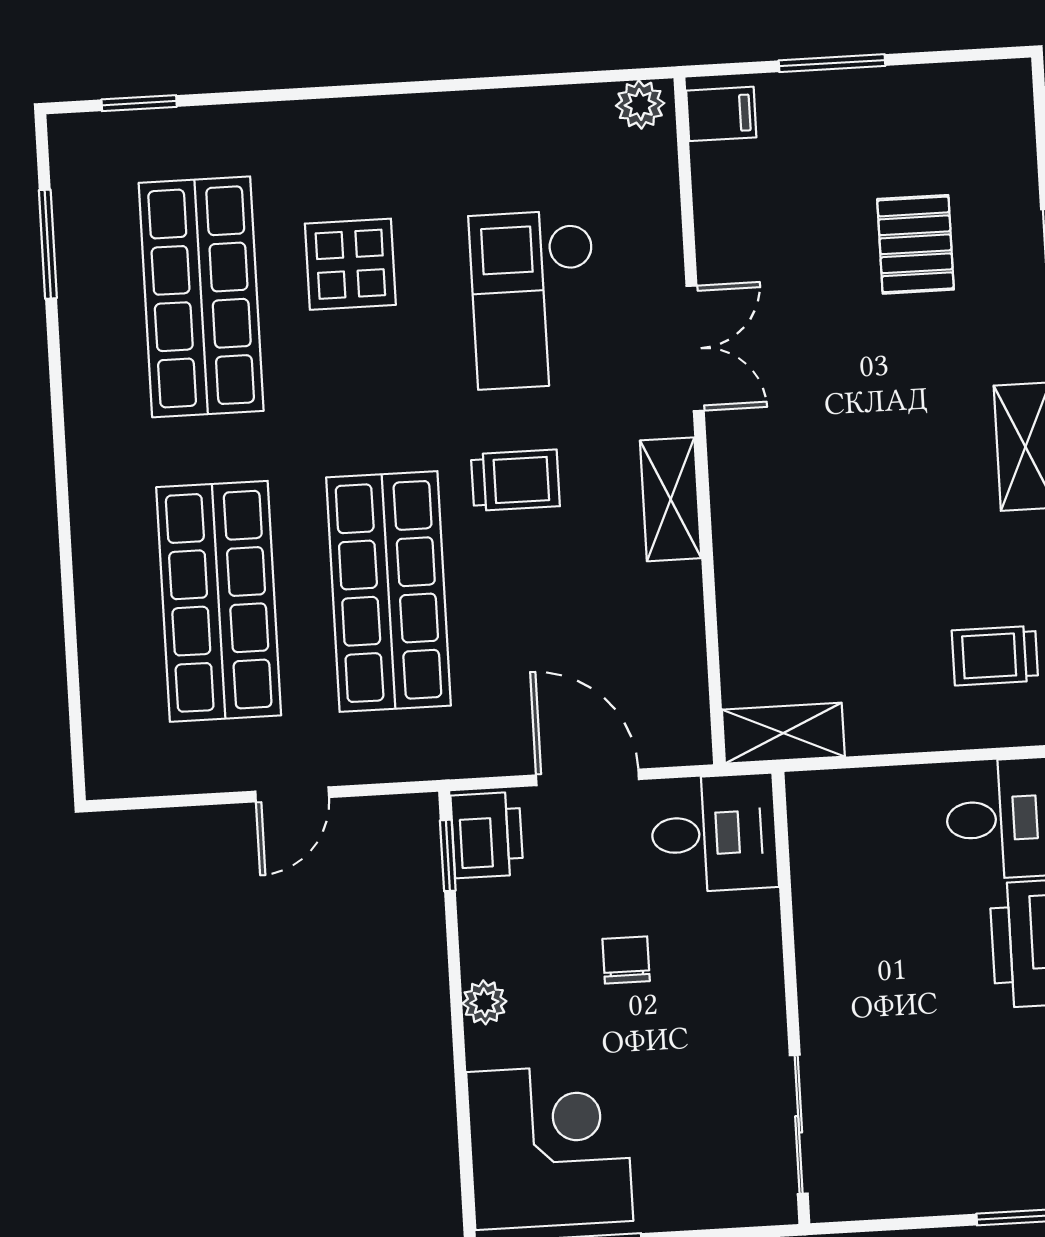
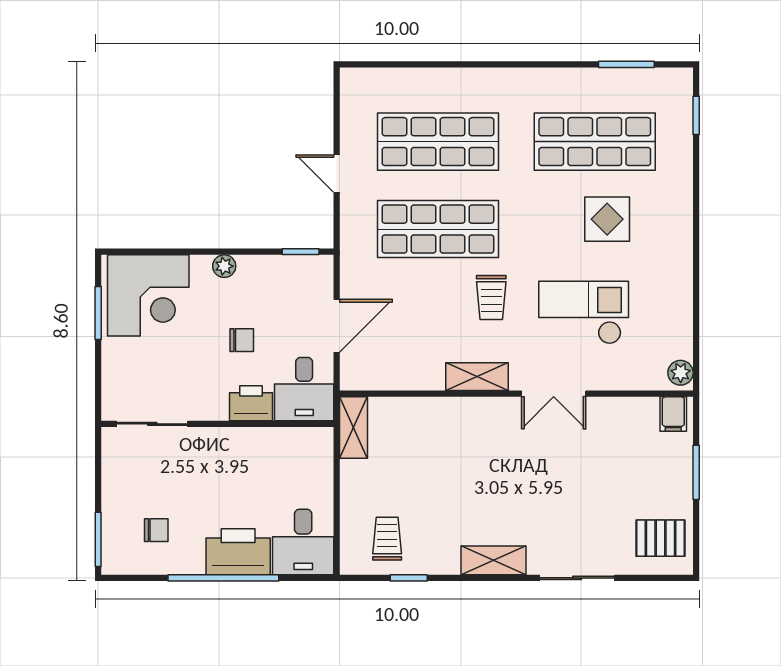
pallet: (915, 244) -> (661, 538), moved
printer: (487, 835) -> (251, 403), moved, turned 180
chair: (1005, 1105) -> (156, 530), added

